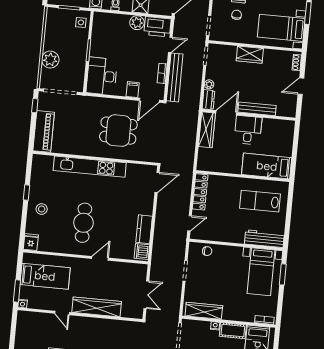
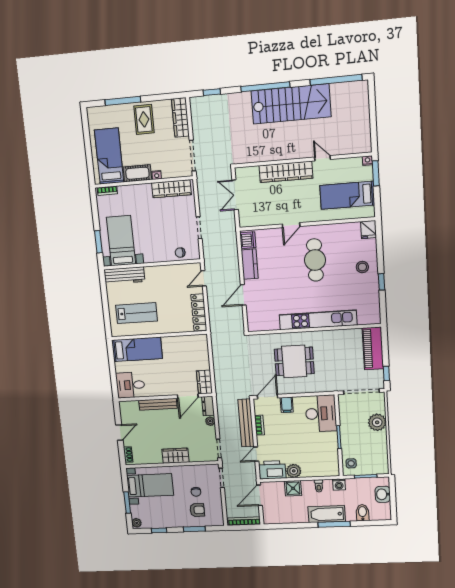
wardrobe: (207, 130) -> (204, 382), width x0.67
desk: (248, 130) -> (130, 385), moved, turned 90
door: (157, 182) -> (243, 295), moved

